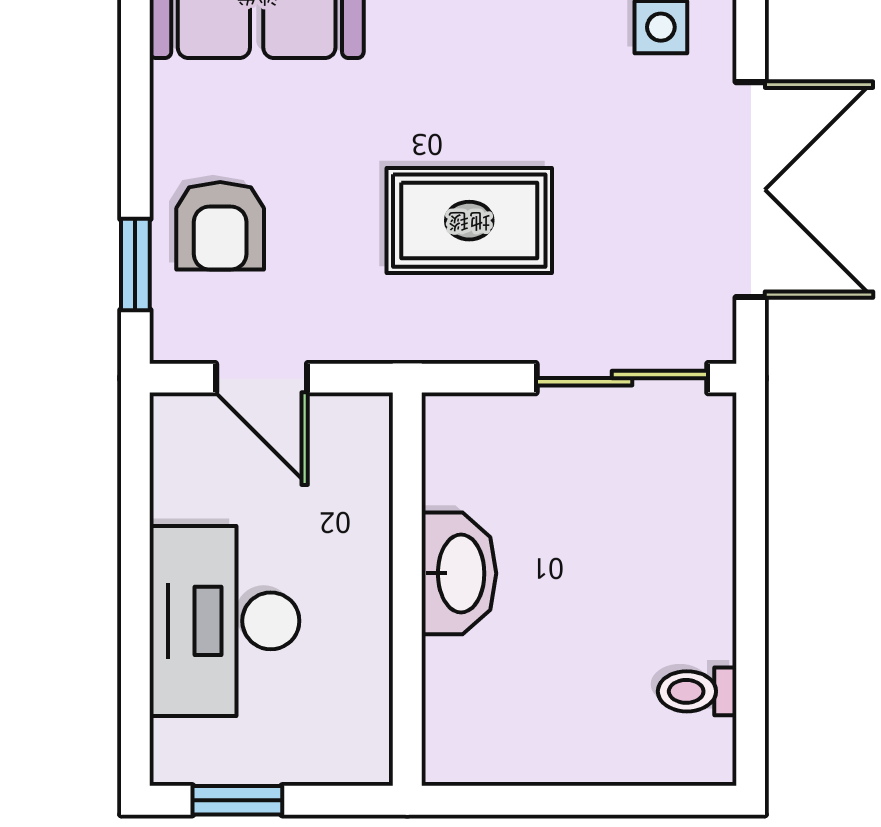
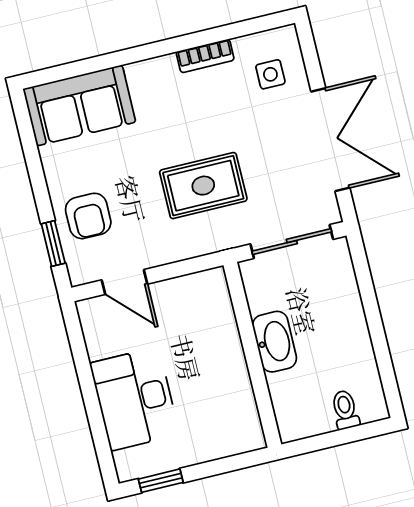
washbasin: (459, 573) -> (275, 342), moved
wall: (407, 589) -> (252, 355), moved
toilet: (697, 691) -> (345, 410), moved, turned 90

